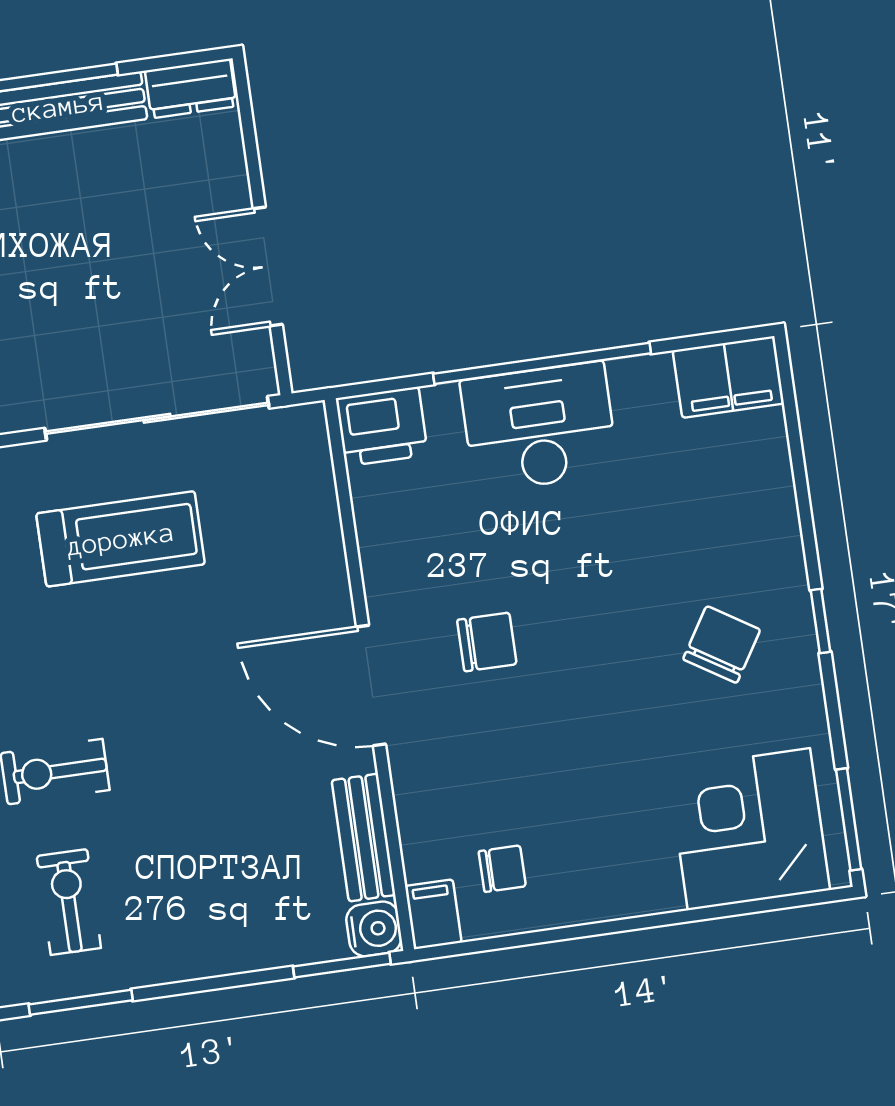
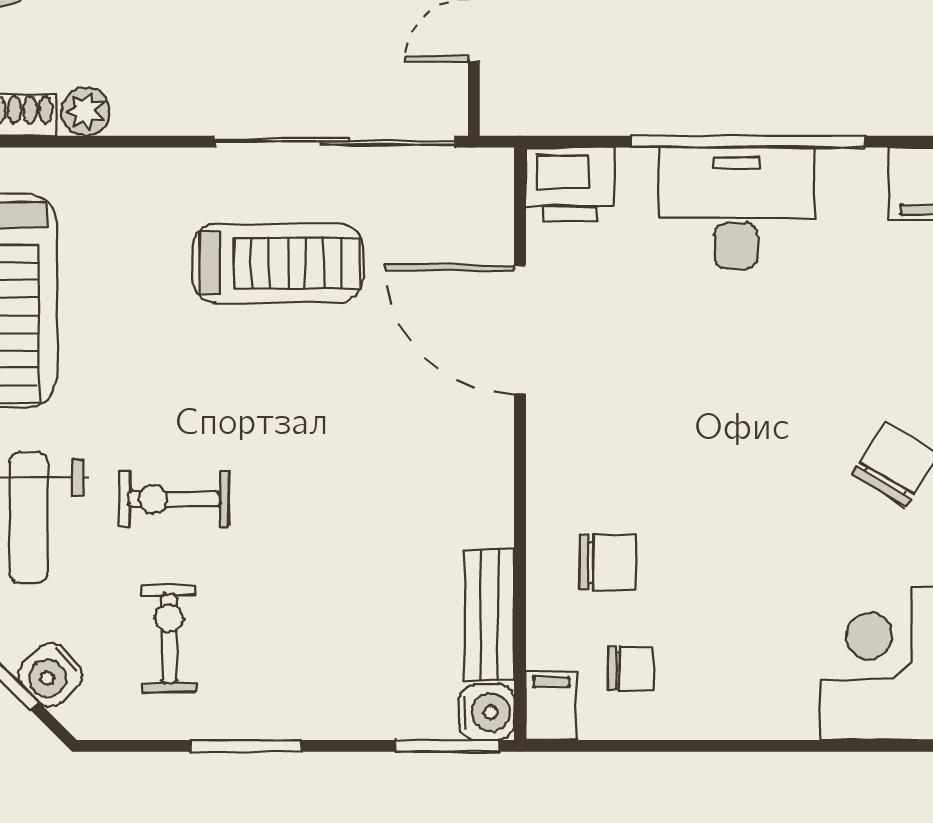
chair: (487, 642) -> (608, 562), moved
door: (371, 685) -> (520, 329), moved
window: (81, 1002) -> (246, 746), moved

